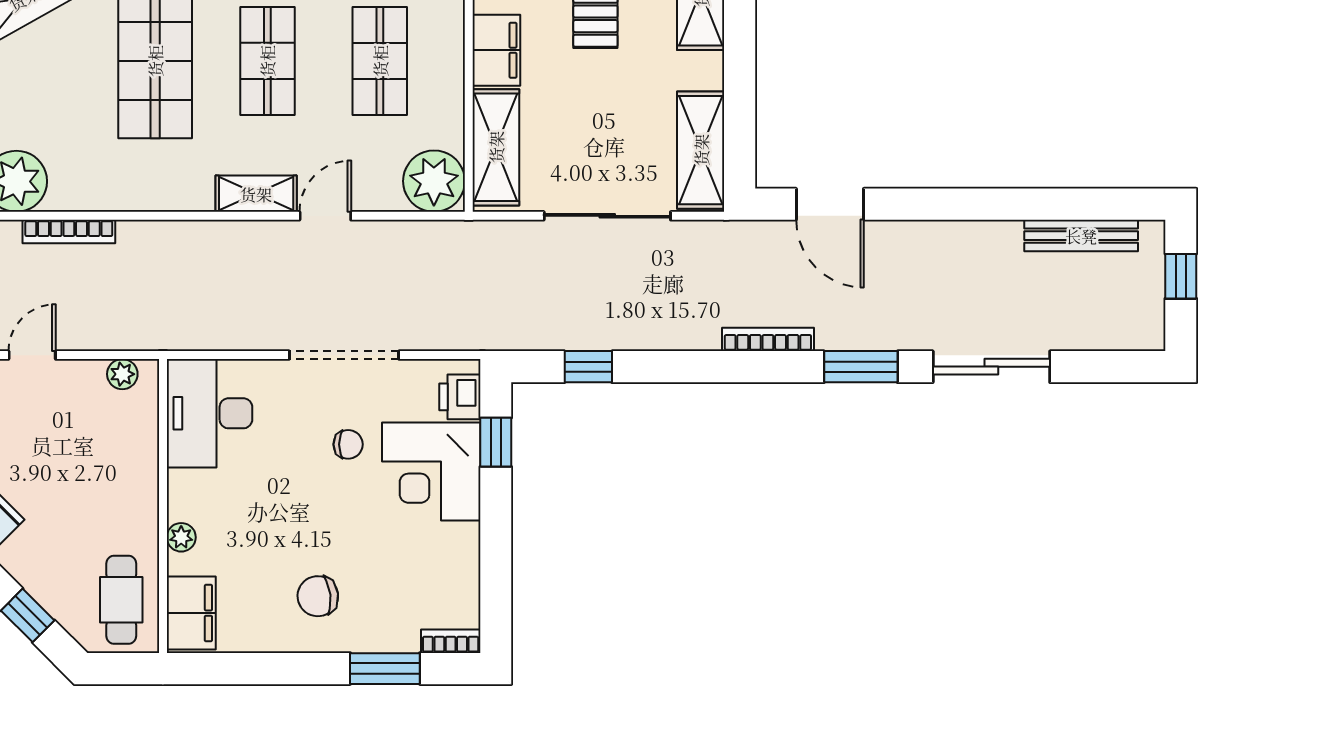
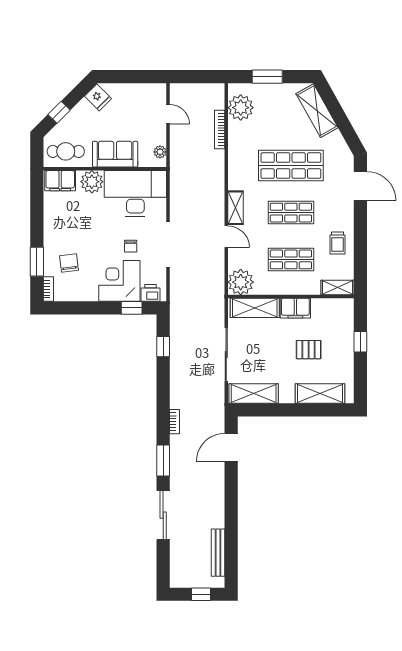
bookcase: (768, 339) -> (174, 422), width x0.64
desk: (209, 413) -> (135, 194), width x1.36, depth x1.30
sofa: (128, 482) -> (115, 154), added
plant: (181, 537) -> (92, 182), width x1.87, depth x1.87
chair: (318, 596) -> (69, 263), moved

